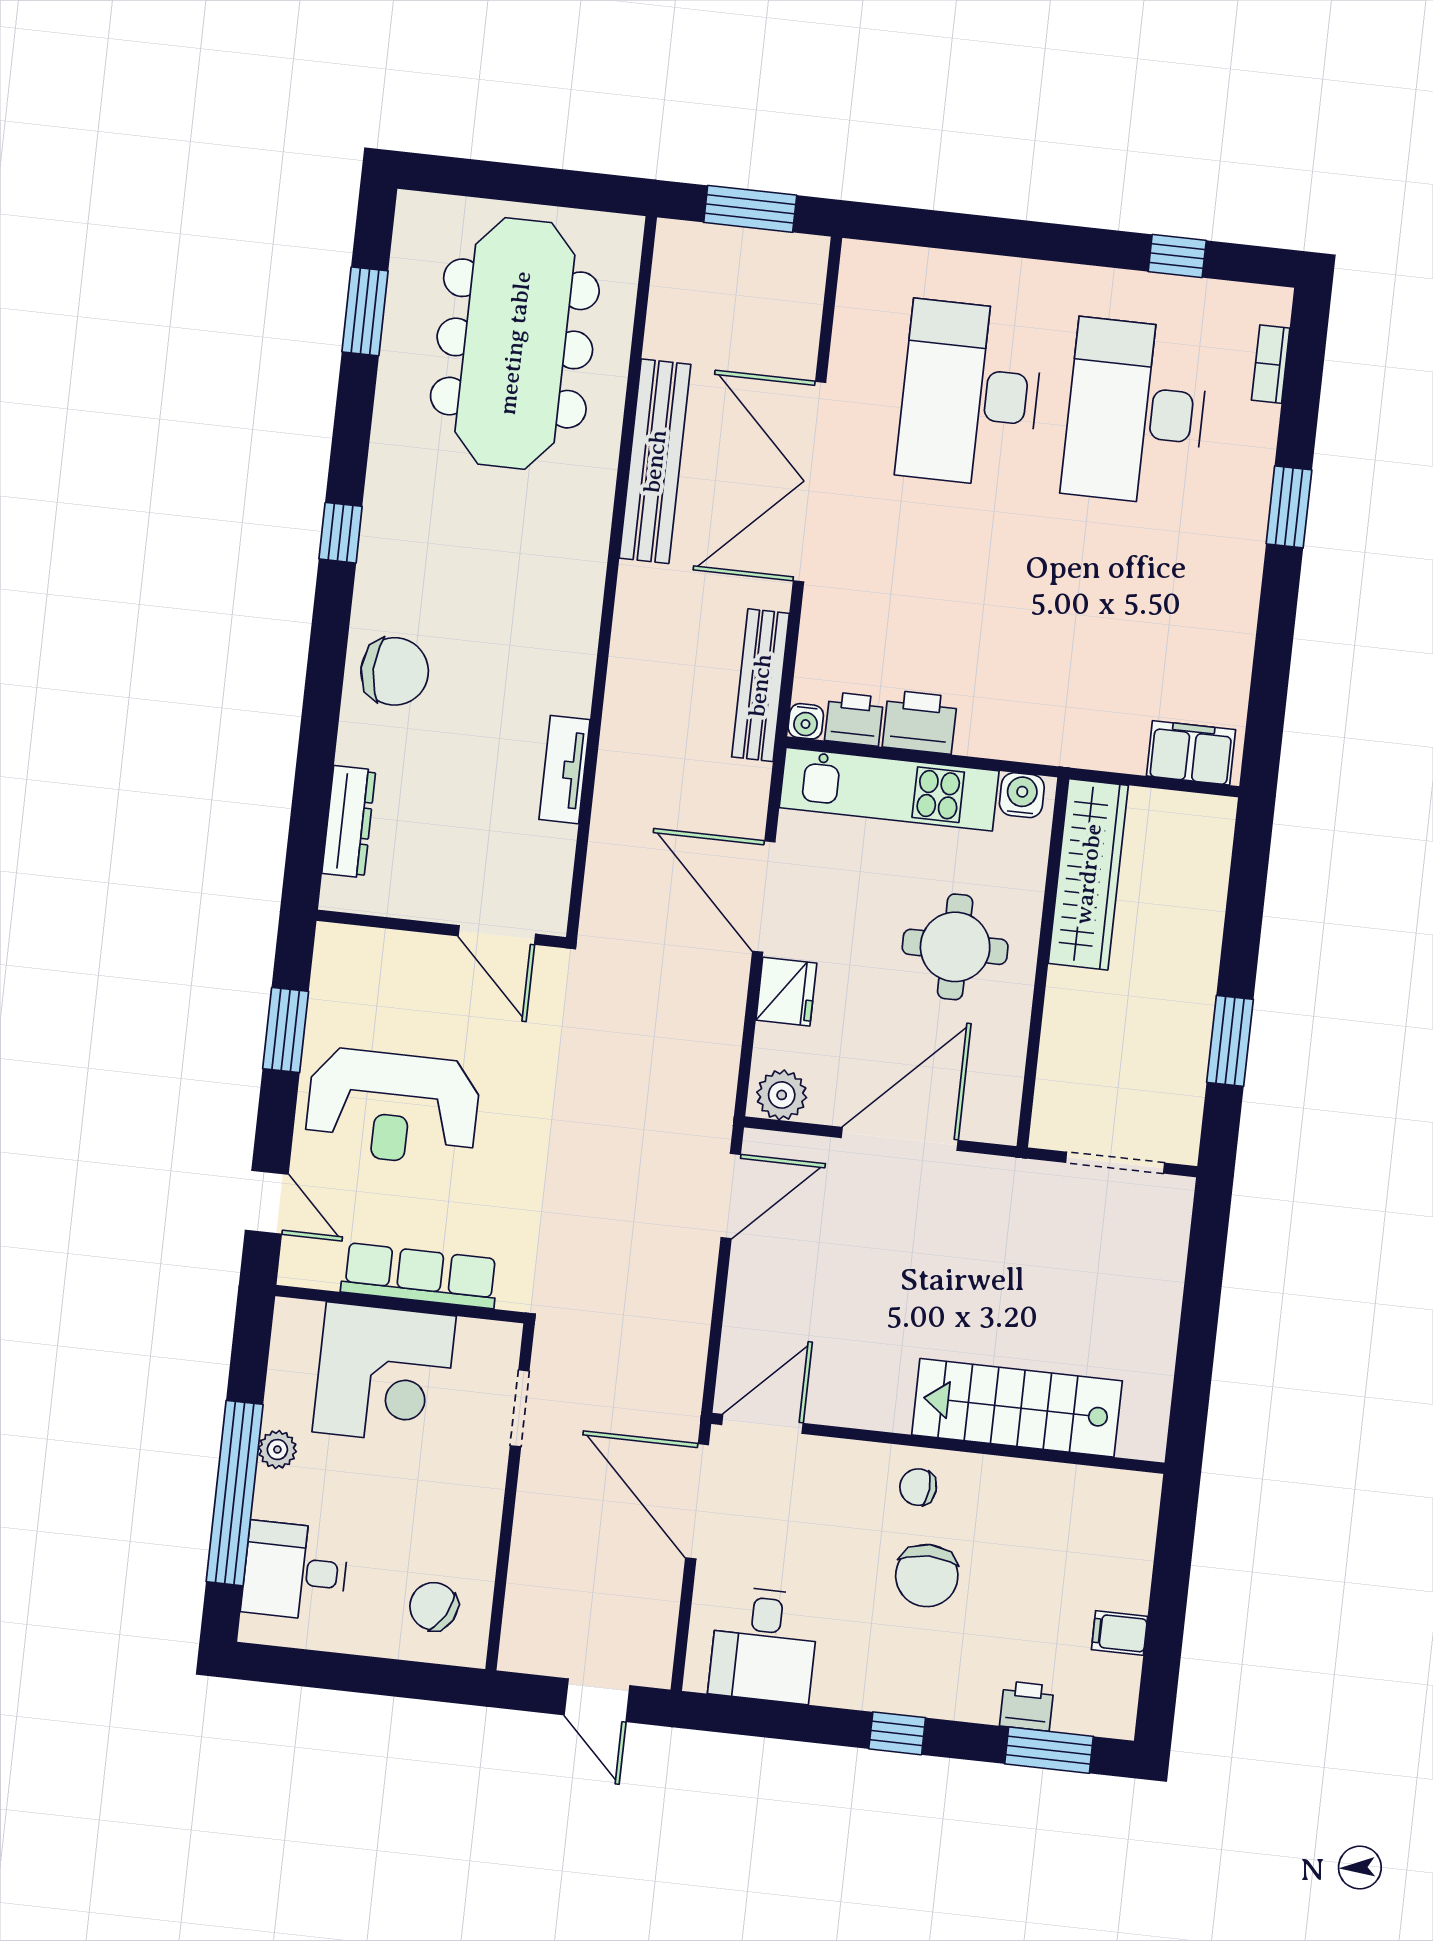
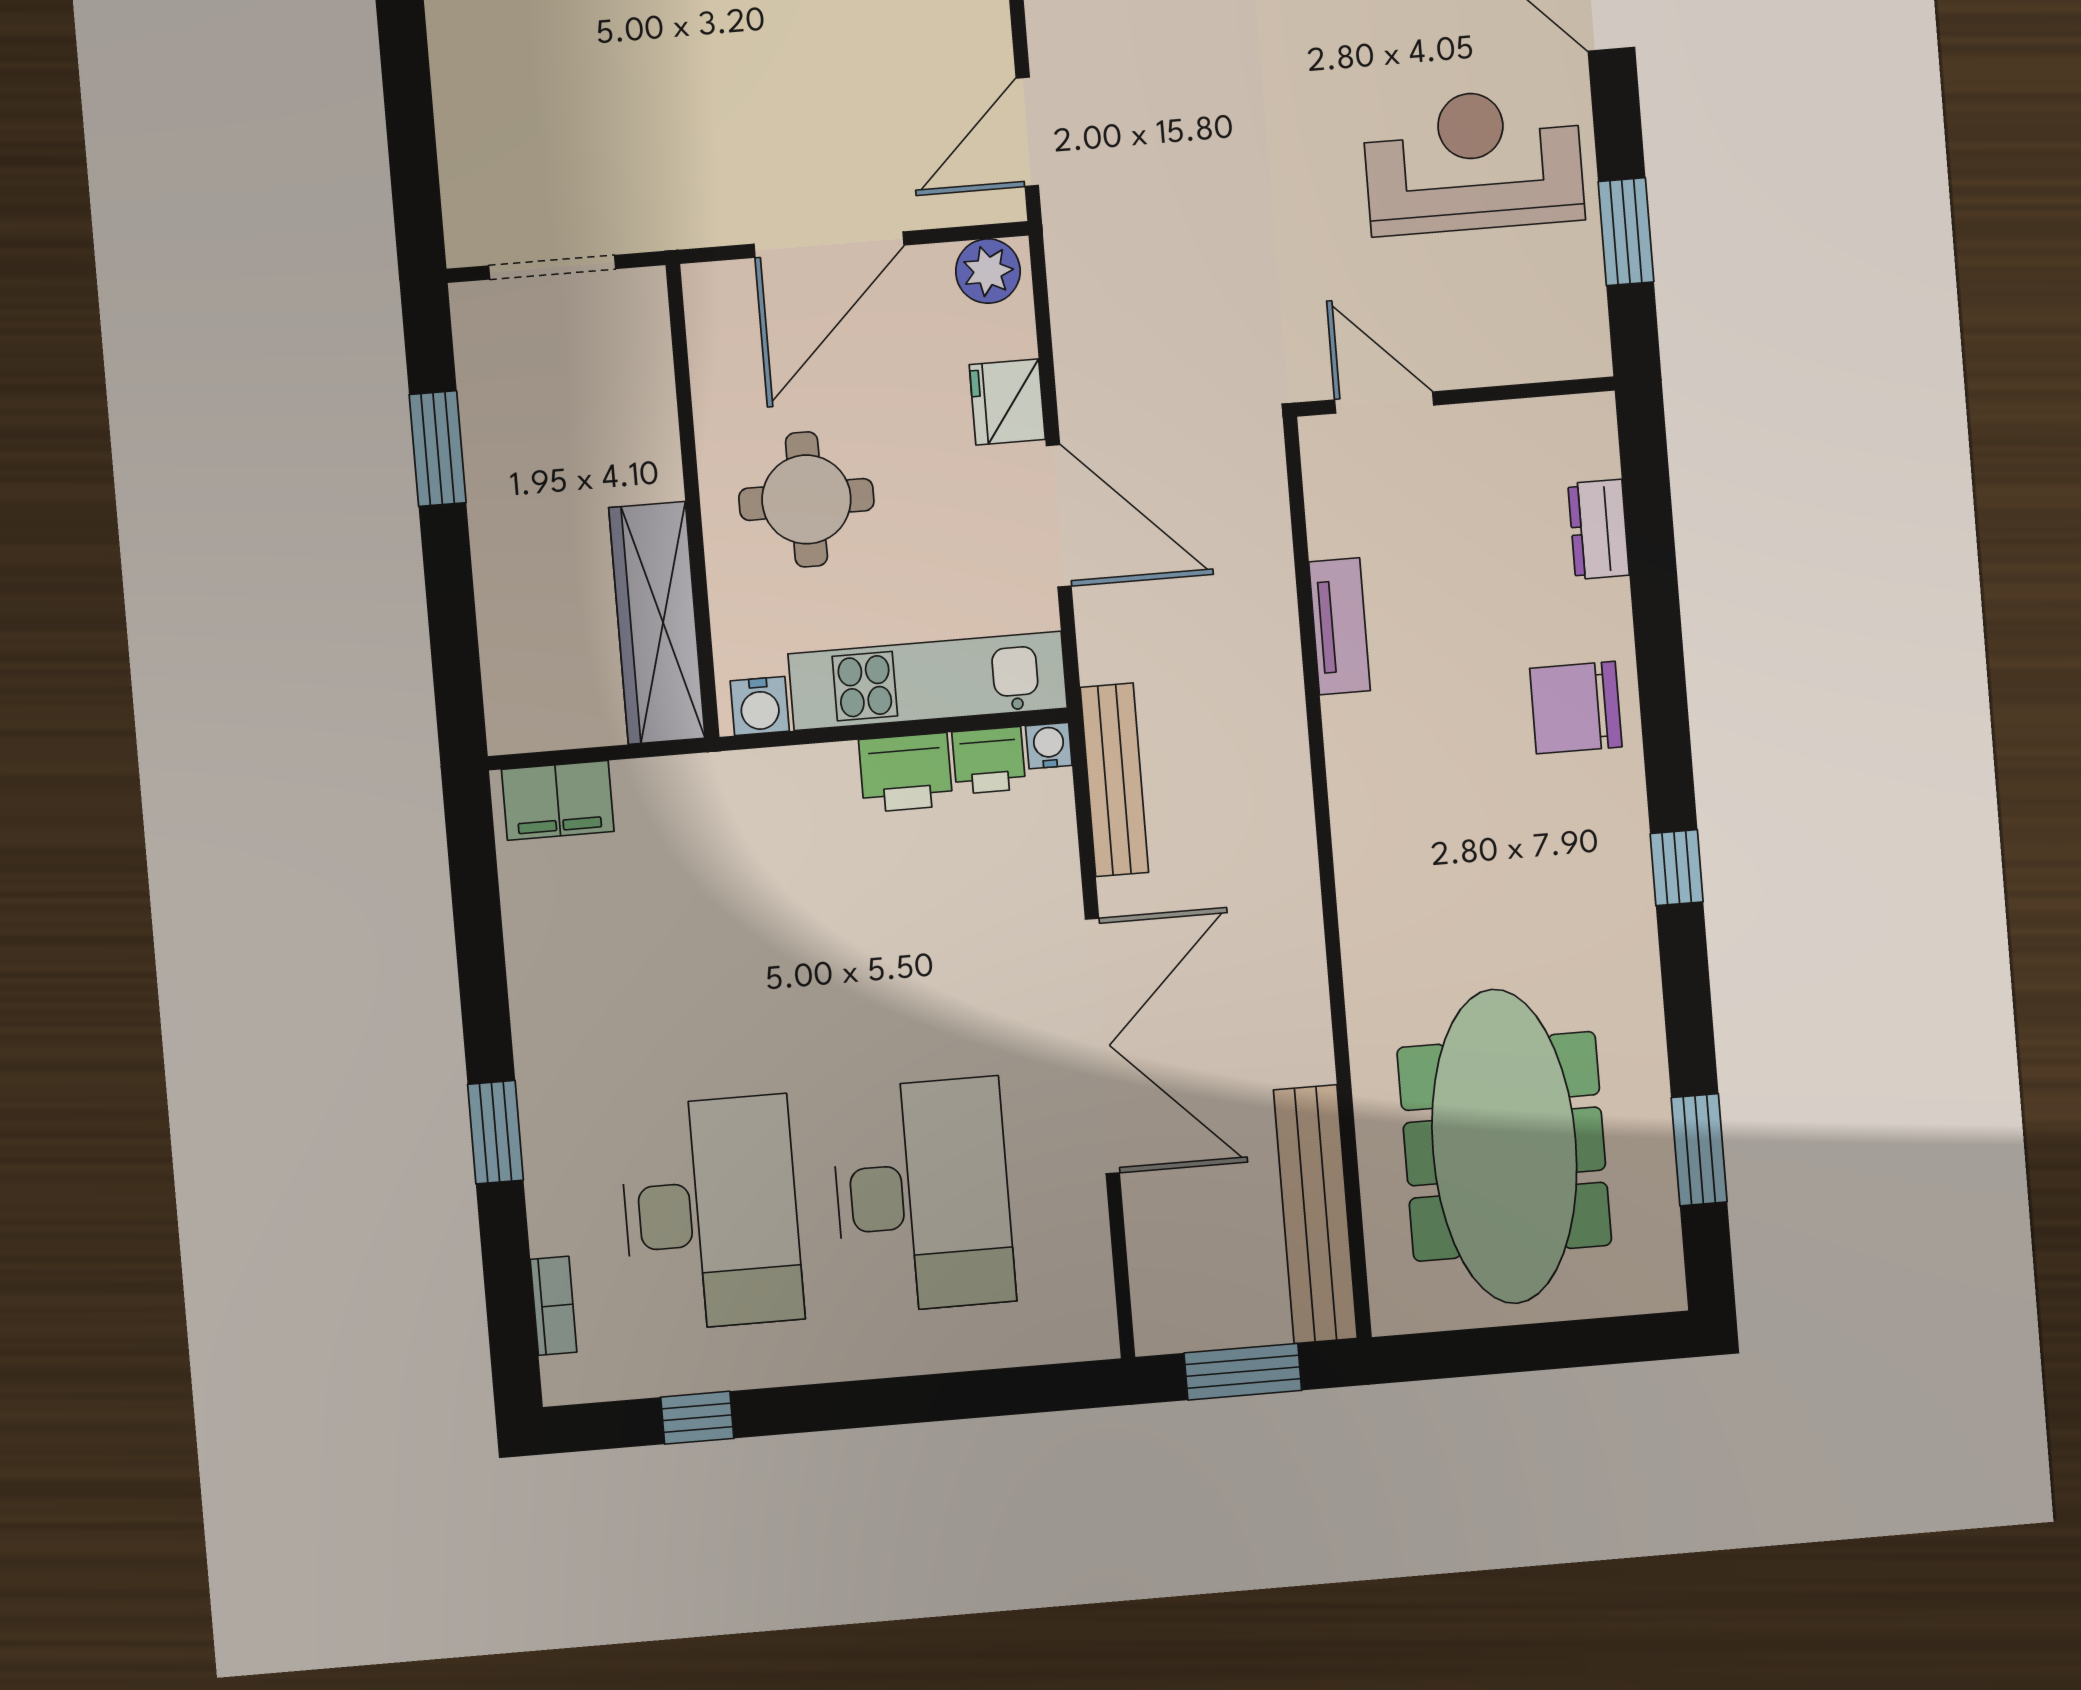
bench: (655, 461) -> (1315, 1214), moved
dresser: (349, 822) -> (1599, 529), width x0.70

